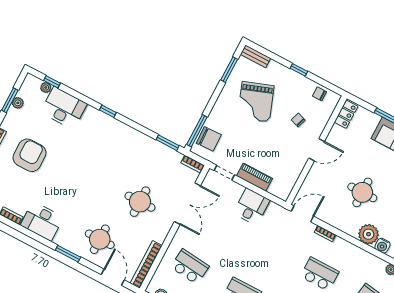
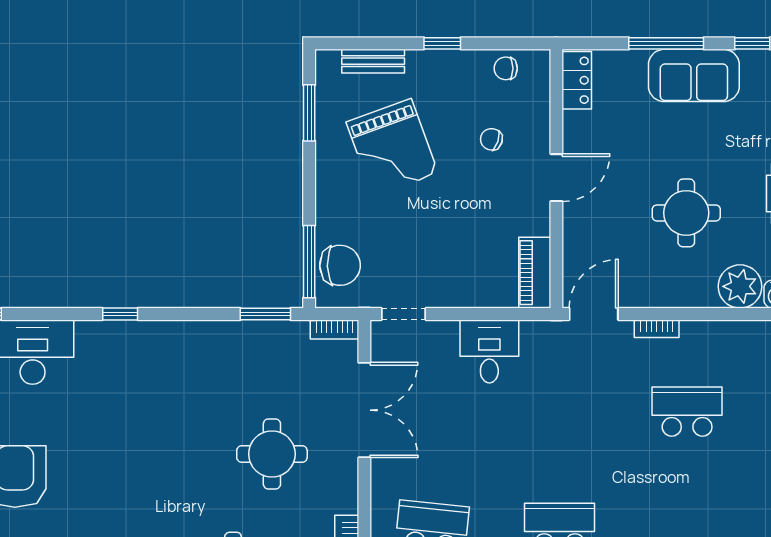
bench: (255, 56) -> (373, 61), moved
piano: (255, 177) -> (535, 273), moved, turned -90

